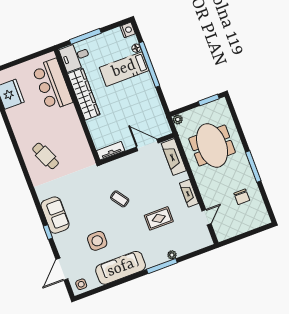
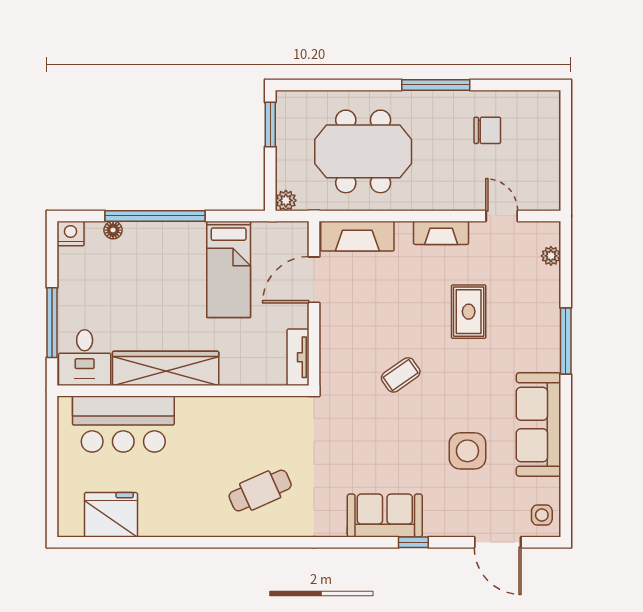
bed: (124, 69) -> (229, 269), moved
plant: (172, 255) -> (551, 256), moved

